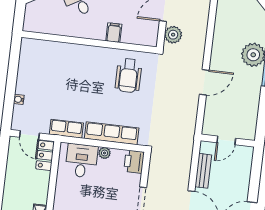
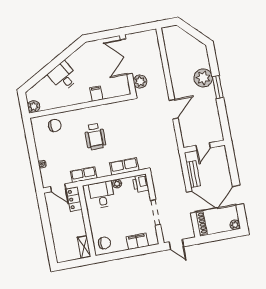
plant: (31, 24) -> (34, 106), added
chair: (50, 56) -> (55, 125), added
wheelchair: (129, 76) -> (95, 136), moved
row of seats: (112, 133) -> (124, 166), width x0.68

